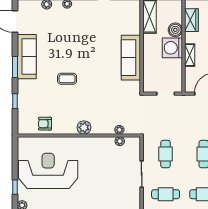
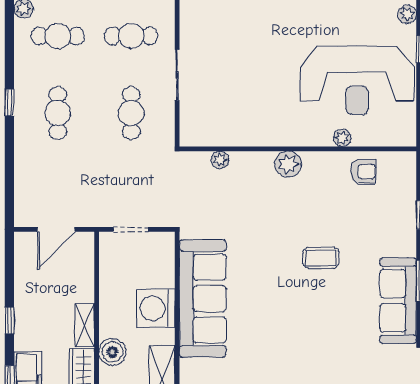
washing machine: (172, 48) -> (156, 308), moved, turned 180
shelving: (190, 55) -> (85, 325), moved
sofa: (131, 58) -> (203, 299), width x1.36, depth x1.27
plant: (120, 141) -> (342, 138), moved

